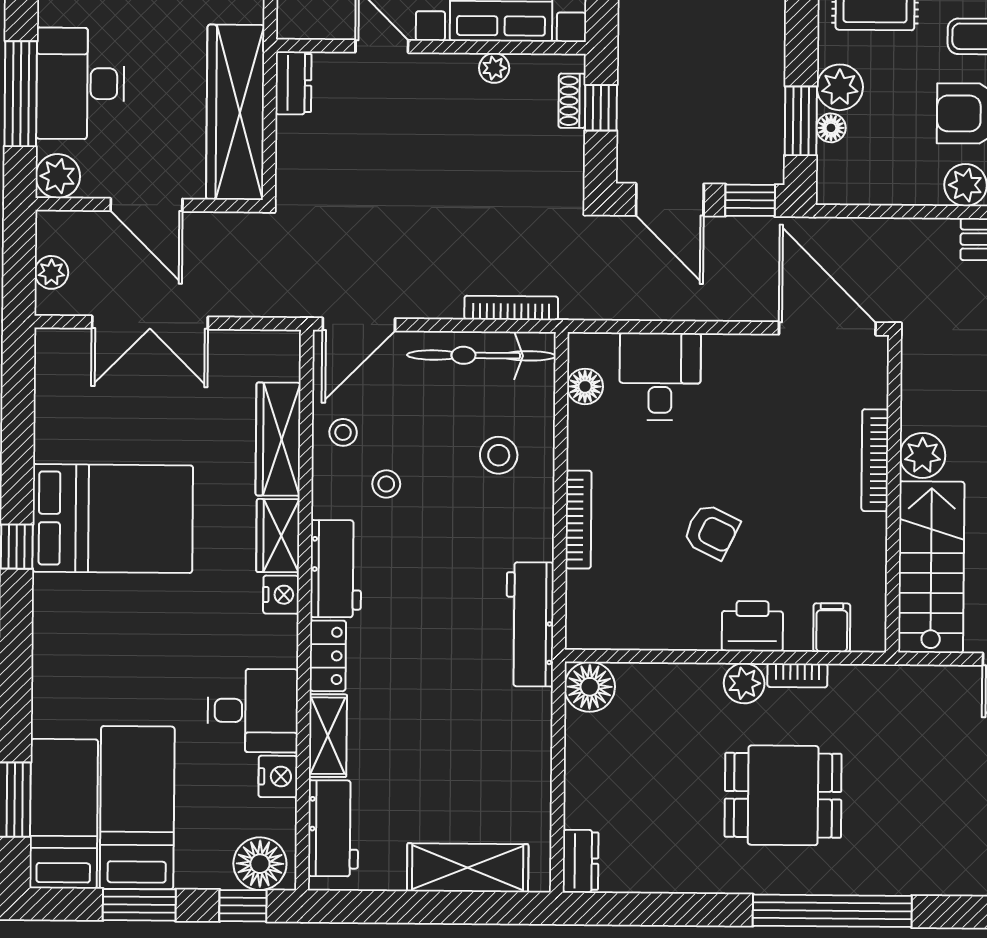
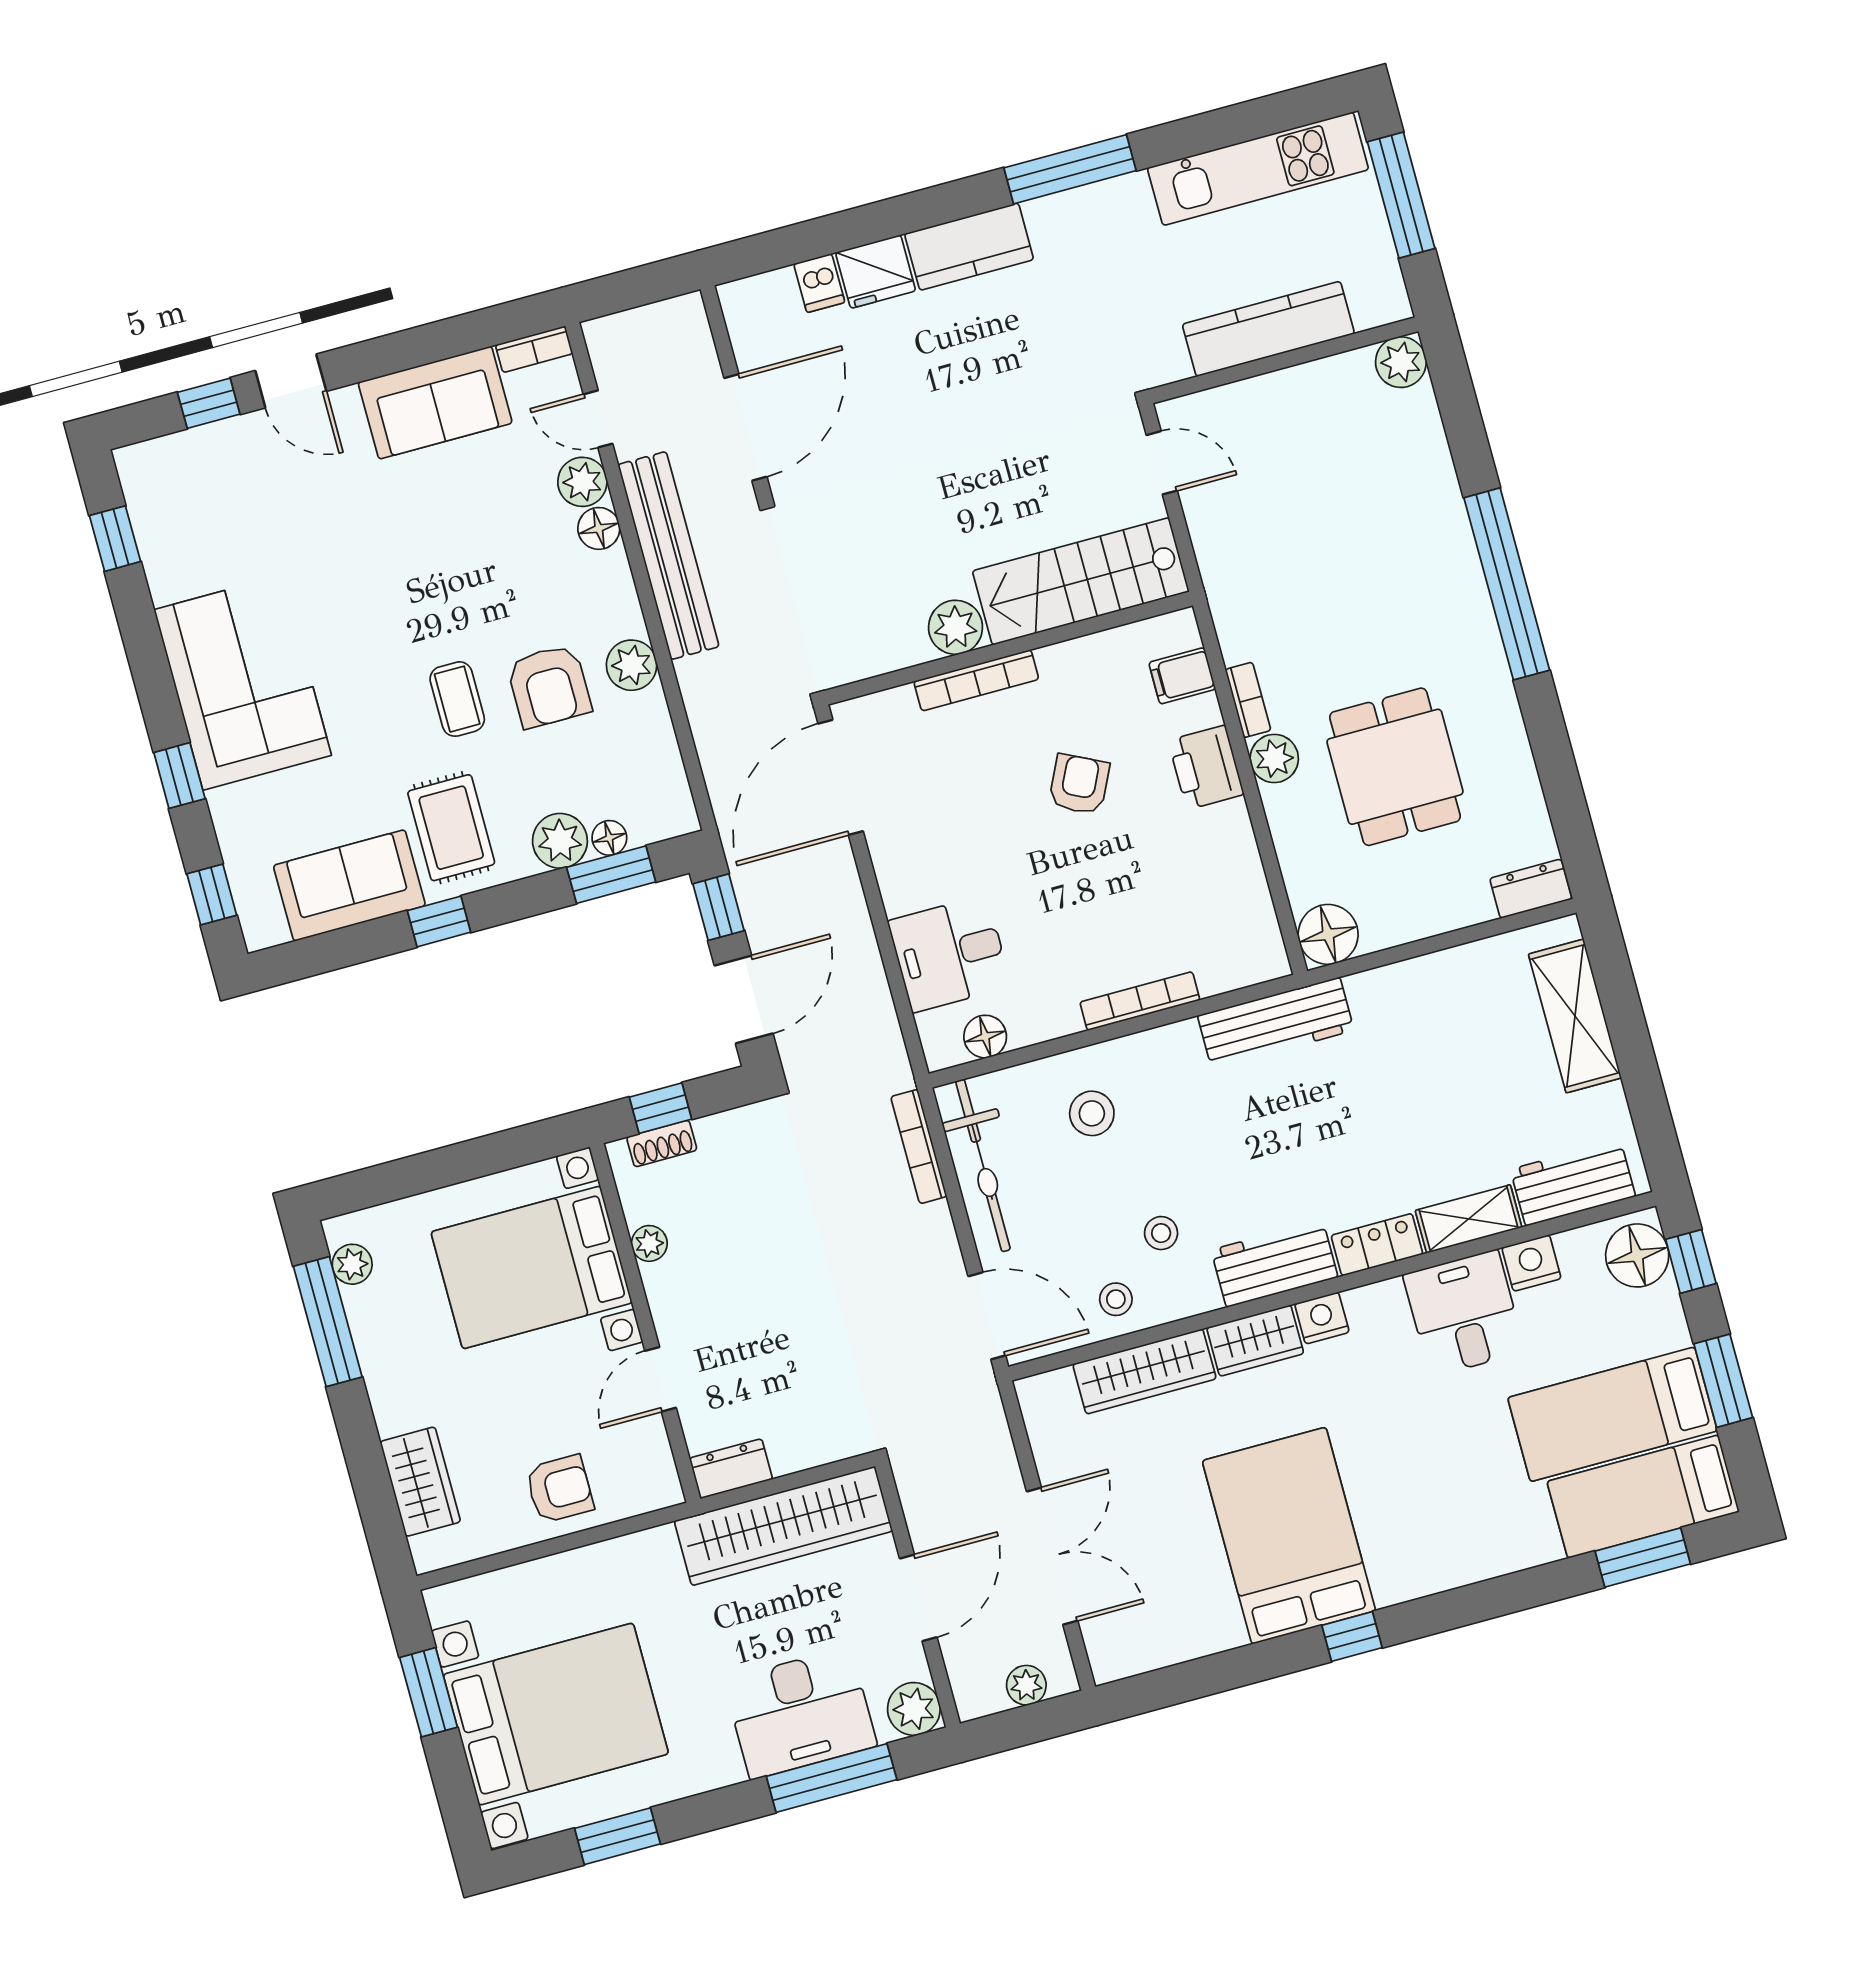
armchair: (711, 531) -> (1079, 784), moved
dining table: (783, 795) -> (1395, 767), moved

